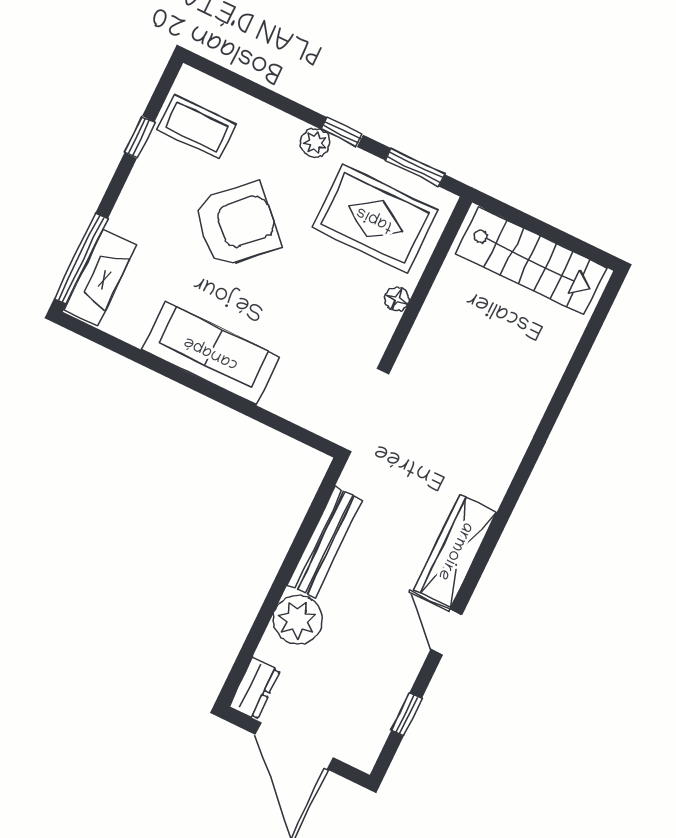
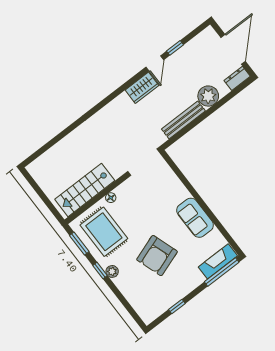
coffee table: (197, 127) -> (153, 300), removed
armchair: (236, 225) -> (157, 256), turned -65
stairs: (531, 261) -> (85, 190), moved, turned -90
sofa: (211, 353) -> (195, 218), width x0.73
wardrobe: (455, 551) -> (142, 88), width x0.67
window: (407, 714) -> (175, 48), moved

